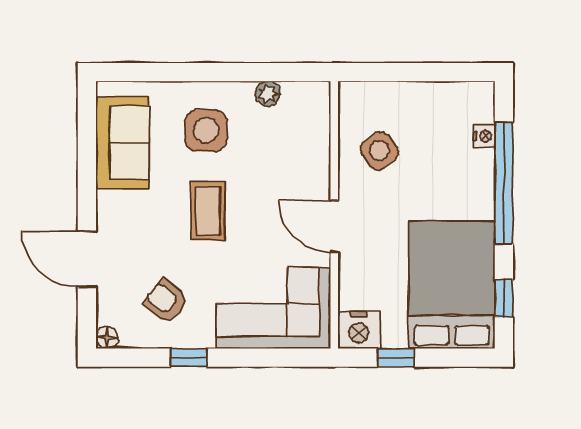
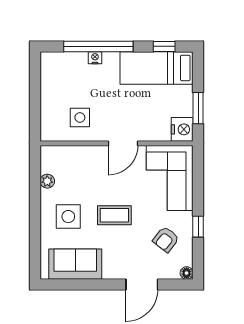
nightstand: (484, 136) -> (95, 58), moved
side table: (379, 151) -> (80, 118), turned 37
bed: (452, 285) -> (156, 68), width x0.67
window: (396, 358) -> (198, 108), width x1.50

